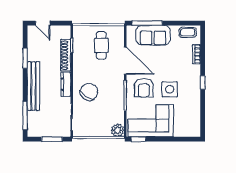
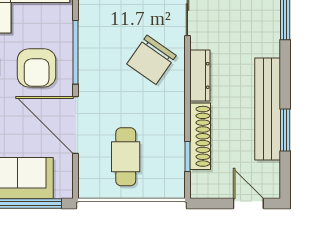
bench: (33, 86) -> (268, 109), moved
armchair: (144, 88) -> (37, 68), turned 180

